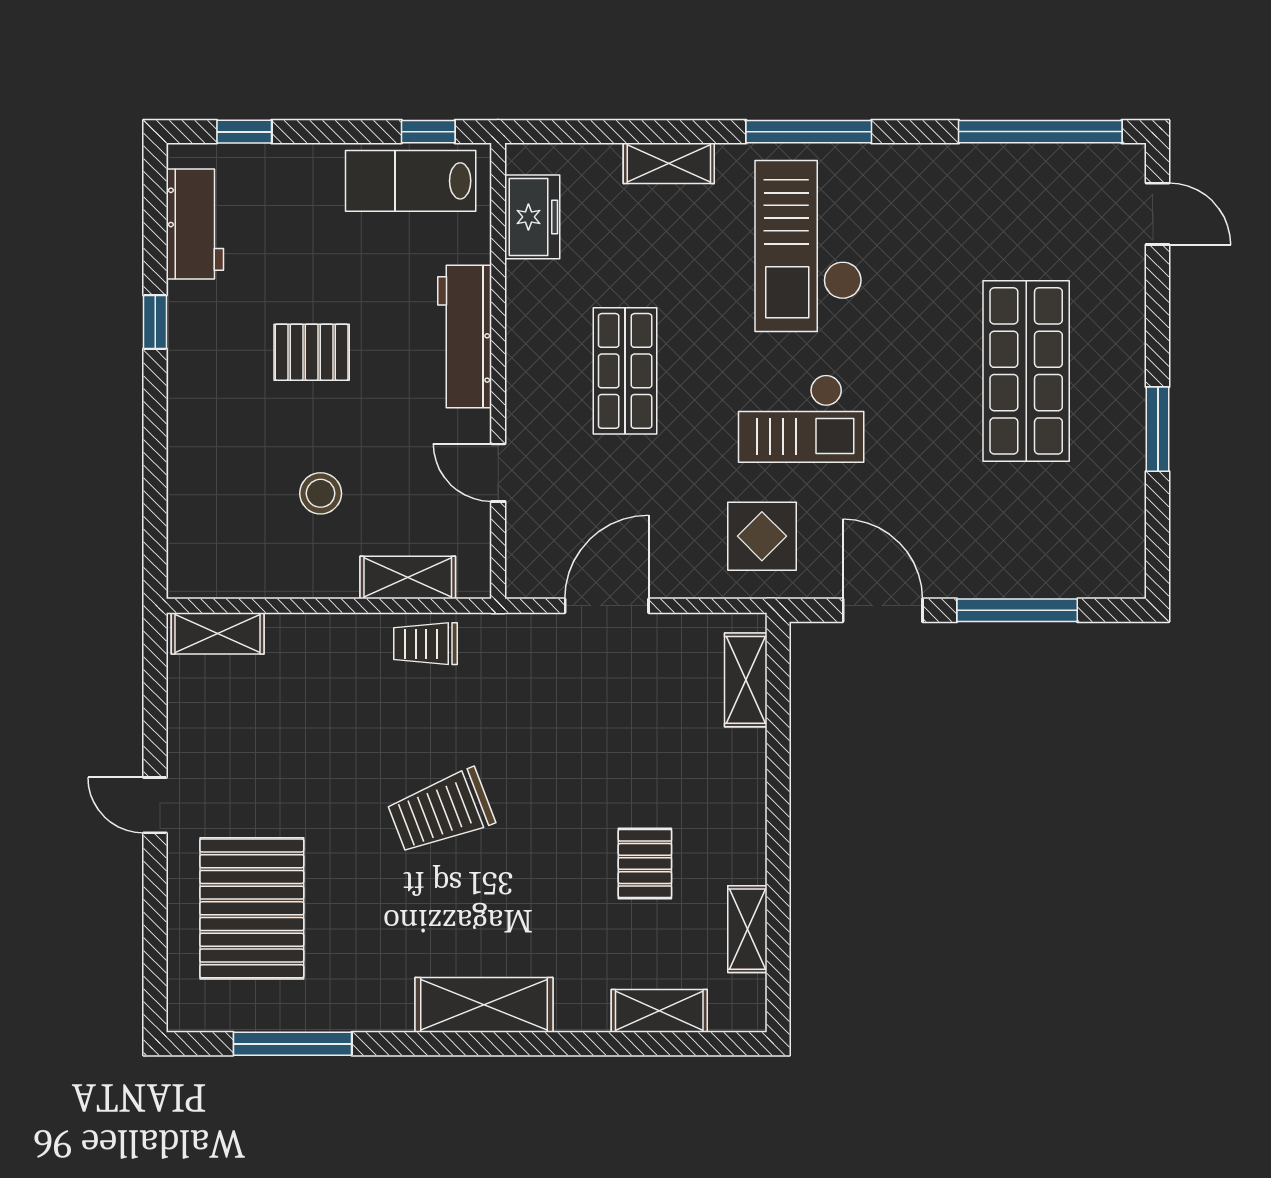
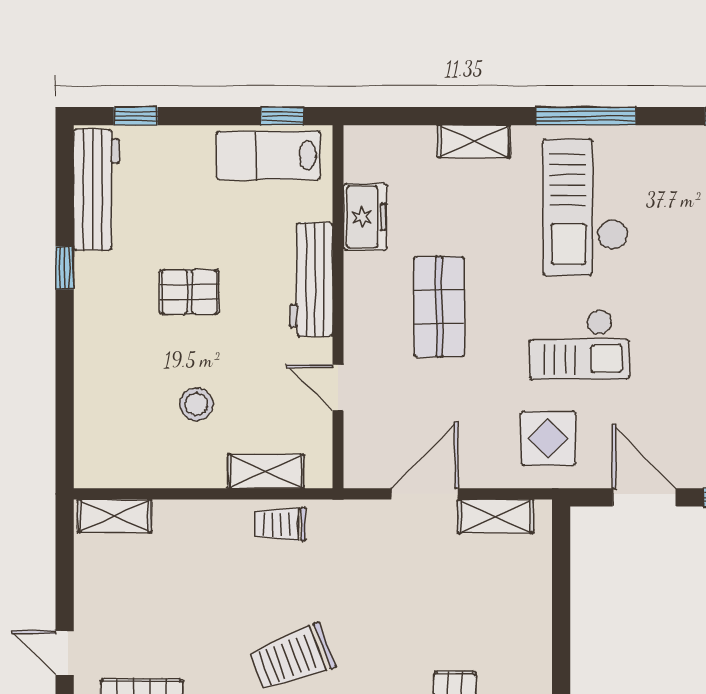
freezer: (532, 217) -> (365, 217), moved
workbench: (195, 224) -> (96, 190), width x1.38
shelving: (746, 680) -> (496, 516), moved, turned 90

